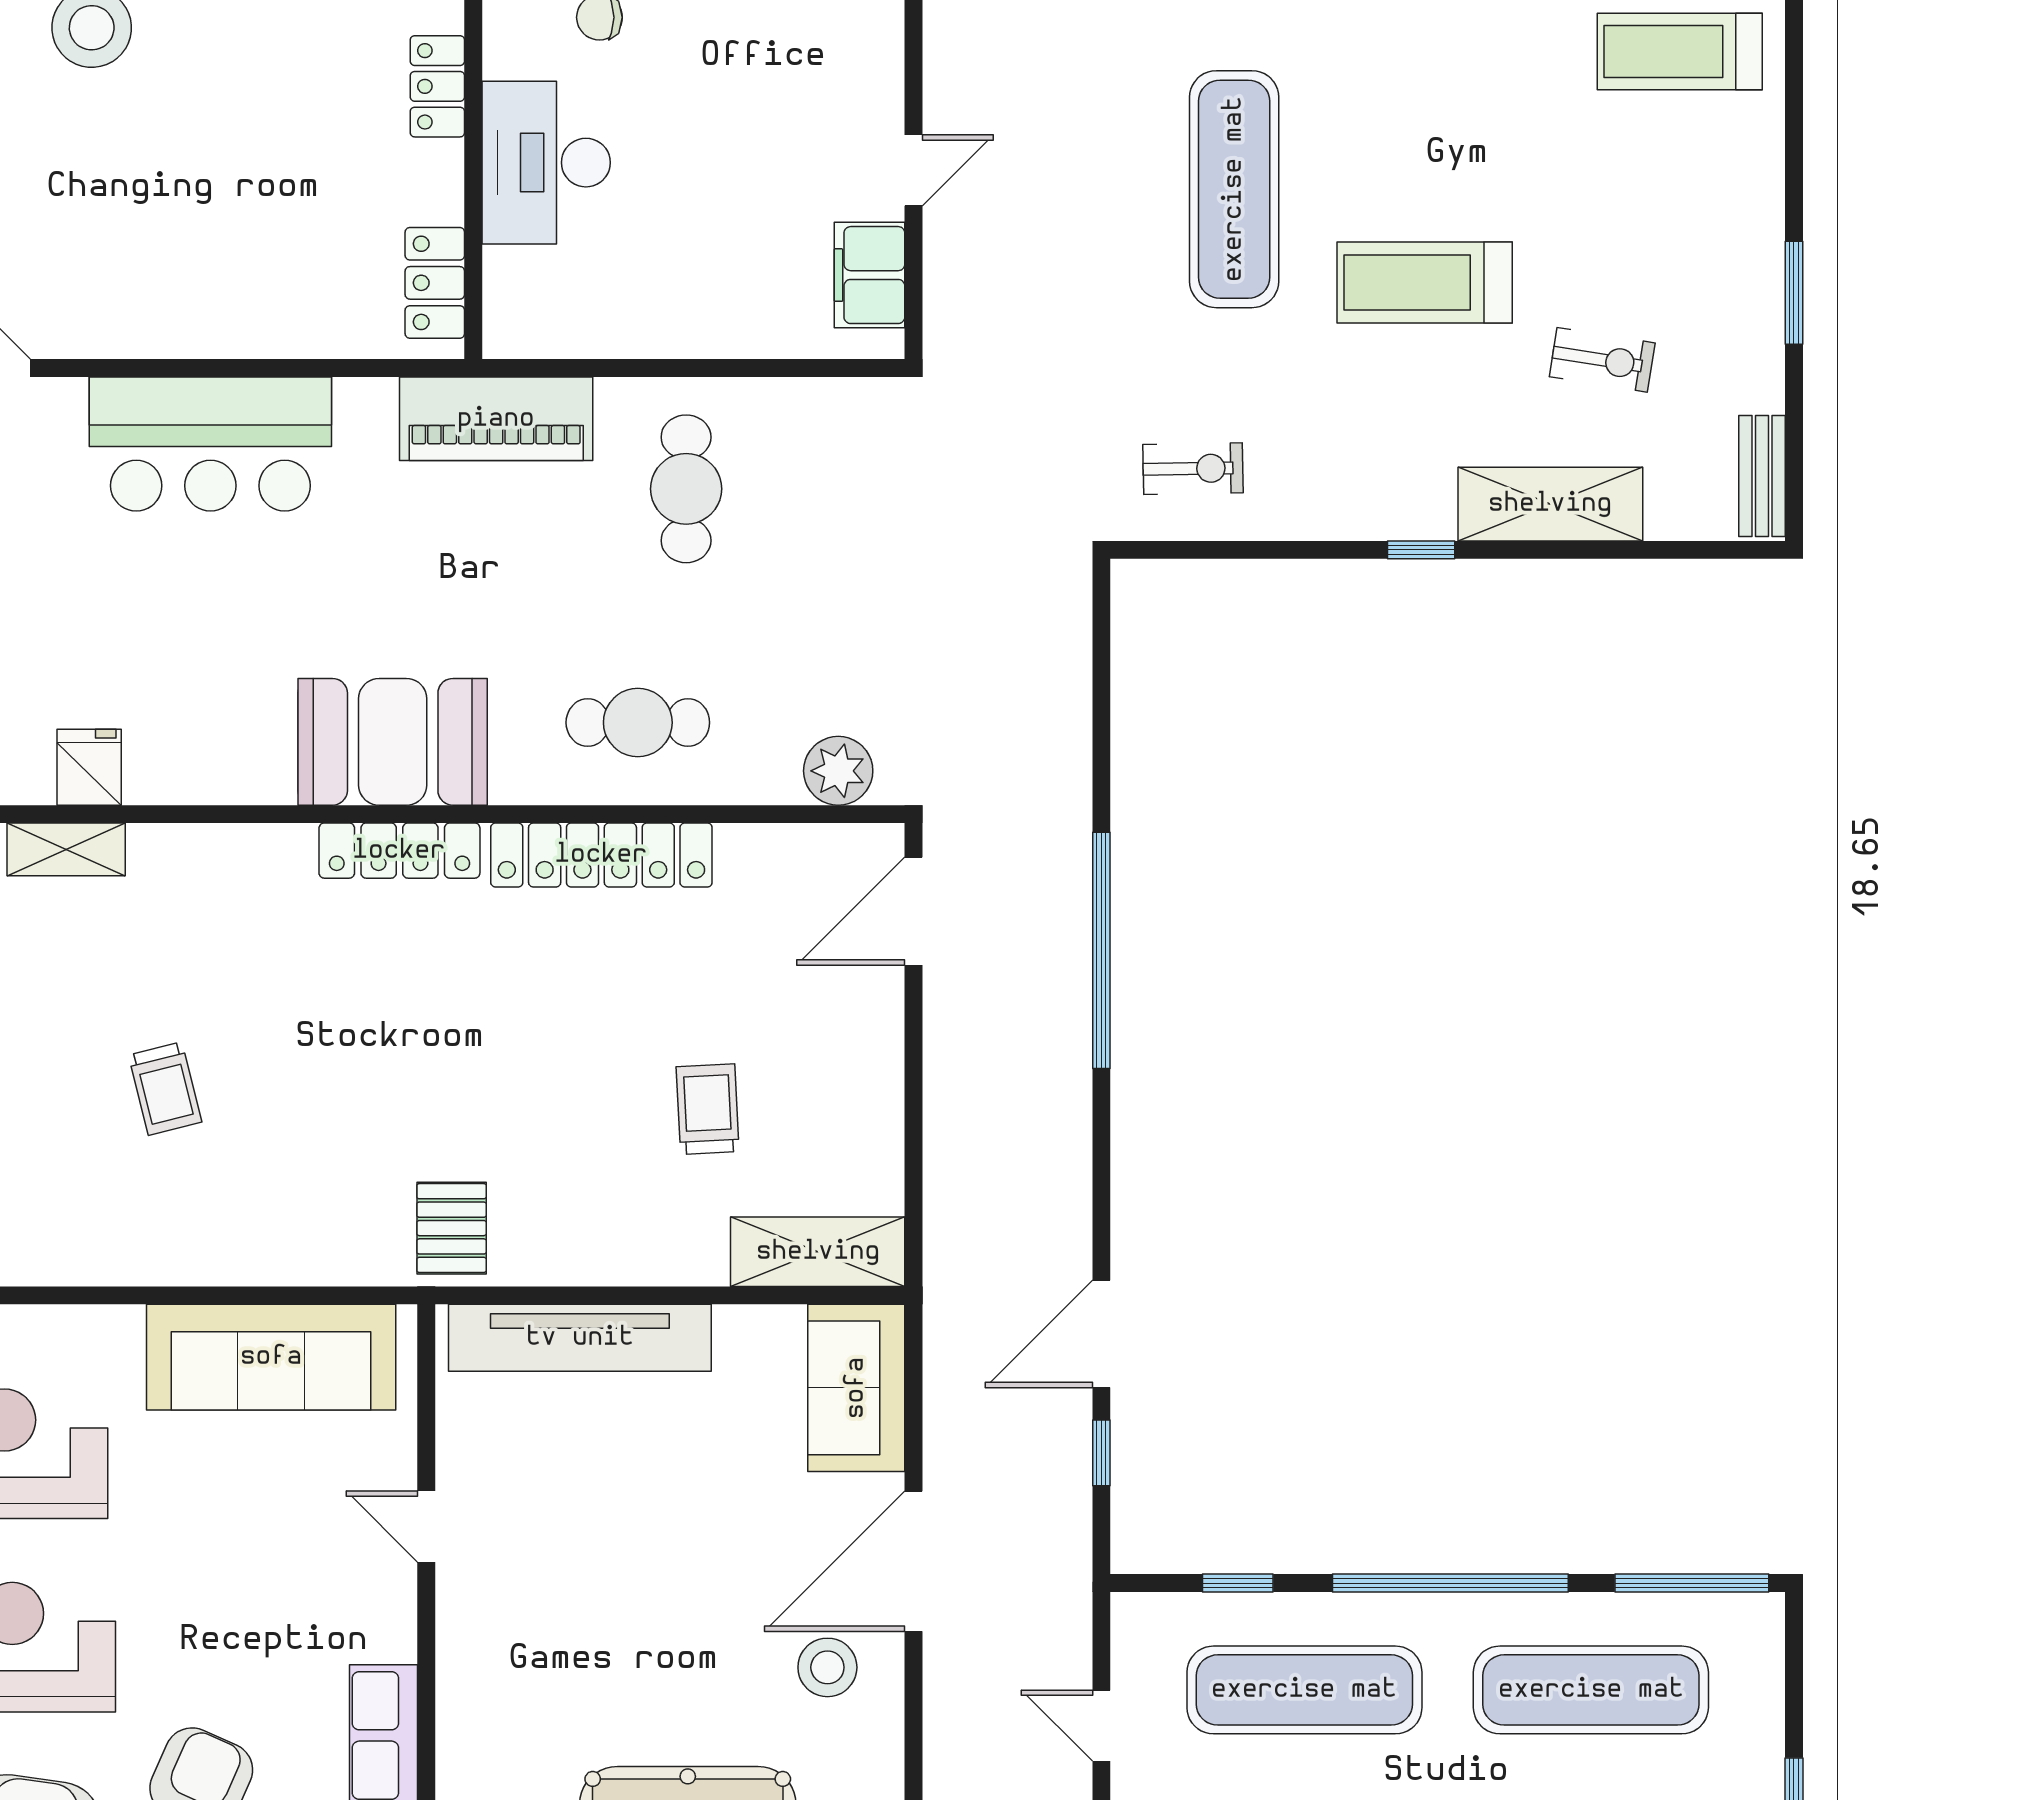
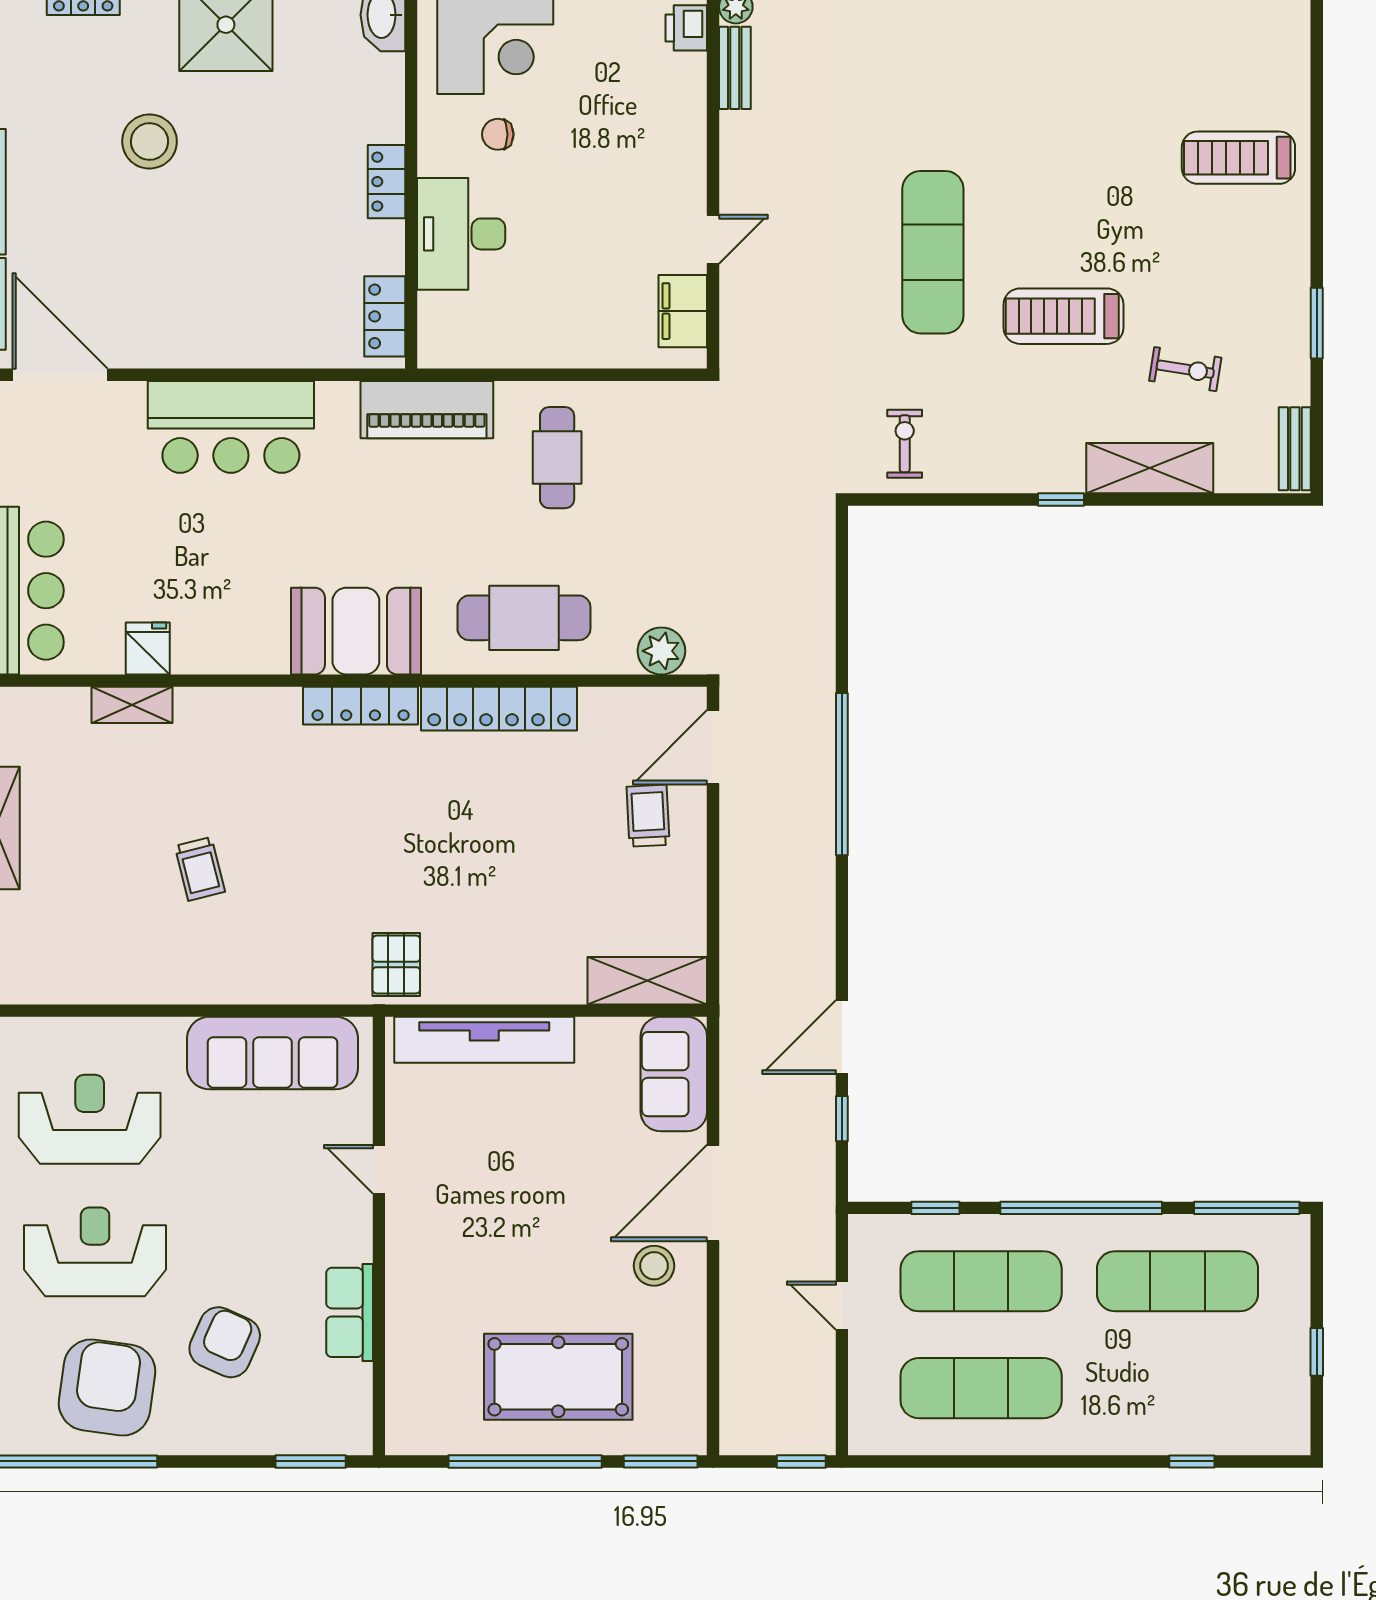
exercise bike: (1193, 469) -> (905, 444), turned -89
cafe table: (638, 723) -> (524, 618), width x1.37, depth x1.35
trolley: (708, 1109) -> (648, 816), moved

